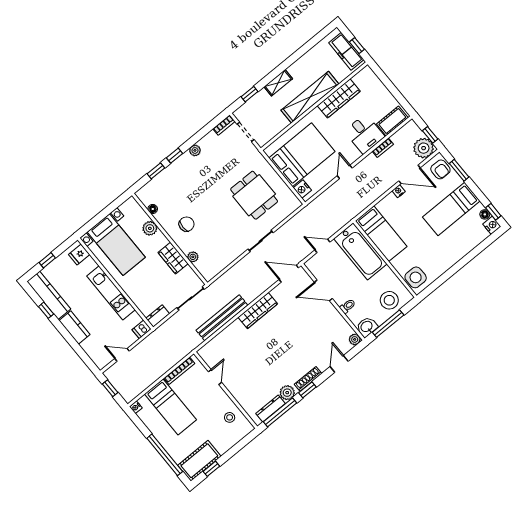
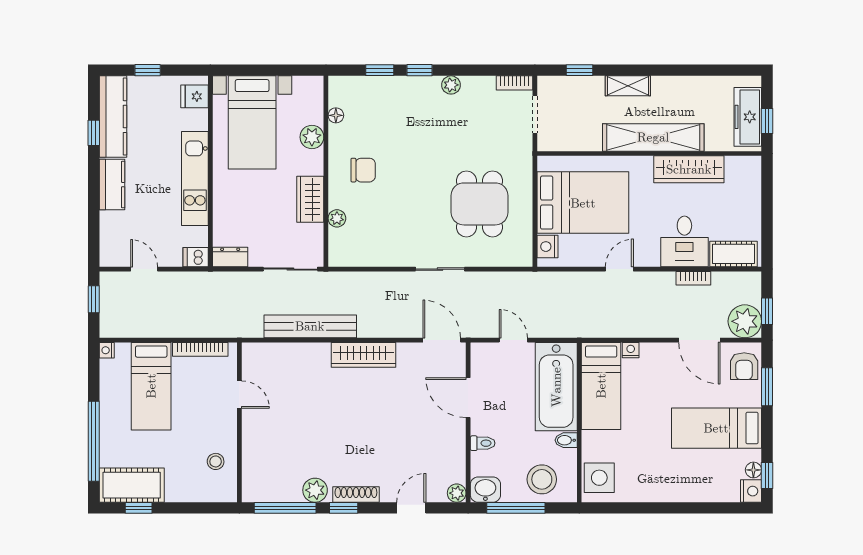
nightstand: (399, 191) -> (631, 350), moved
bidet: (386, 273) -> (566, 440), added
door: (215, 377) -> (239, 395), hinge flipped
dresser: (270, 409) -> (277, 493), removed

